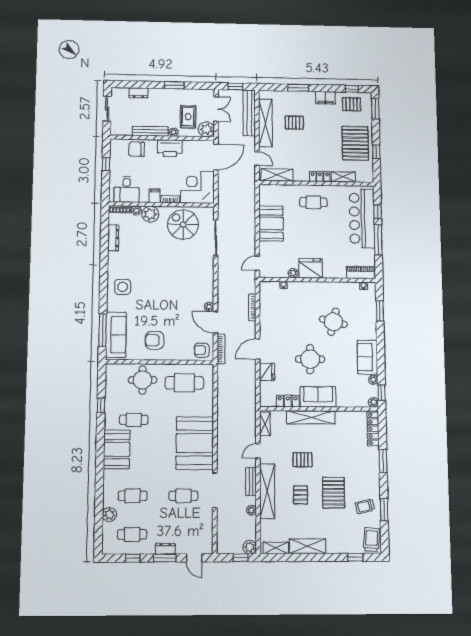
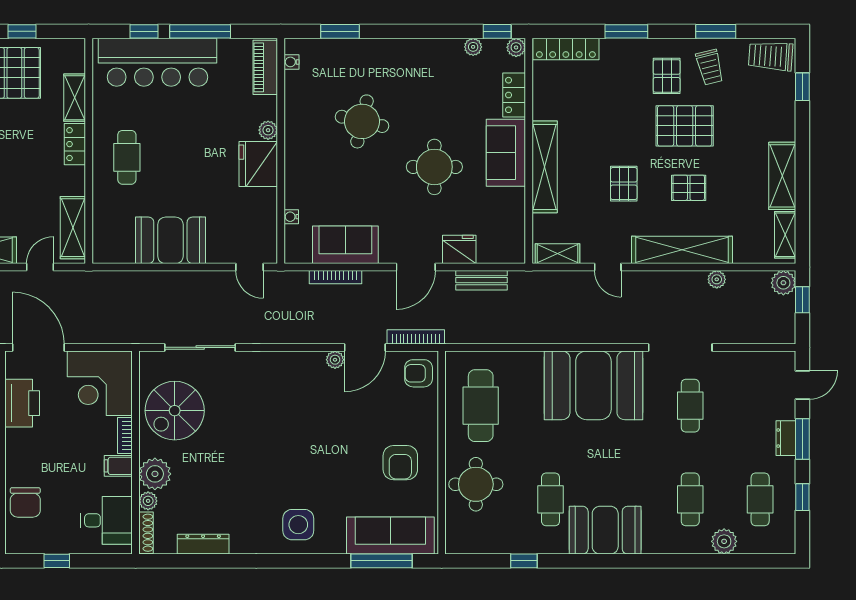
printer: (170, 148) -> (22, 403), moved
plant: (293, 273) -> (268, 130), moved
door: (258, 349) -> (416, 267), hinge flipped
armchair: (202, 350) -> (419, 373), turned 90
sofa: (367, 357) -> (345, 245), moved, turned 180
locker: (288, 401) -> (514, 95), moved
bench: (251, 482) -> (482, 280), moved
pallet: (360, 483) -> (667, 76), added

